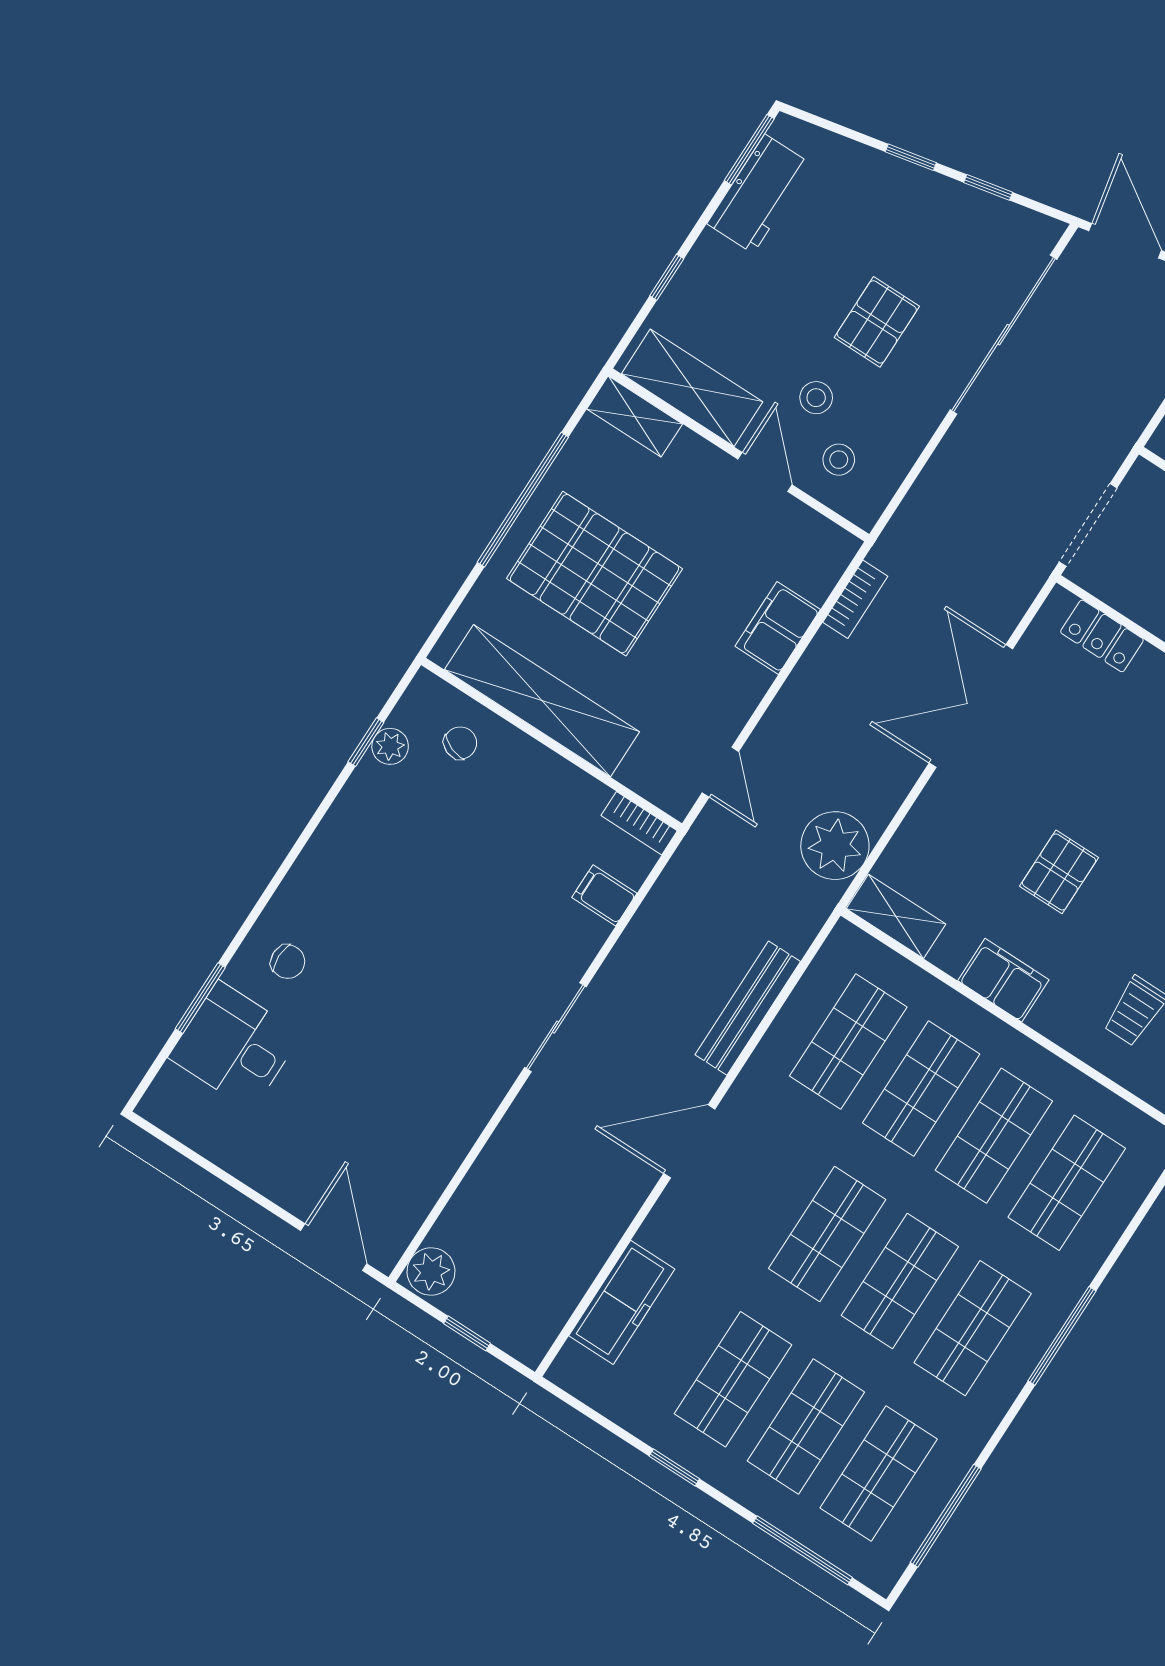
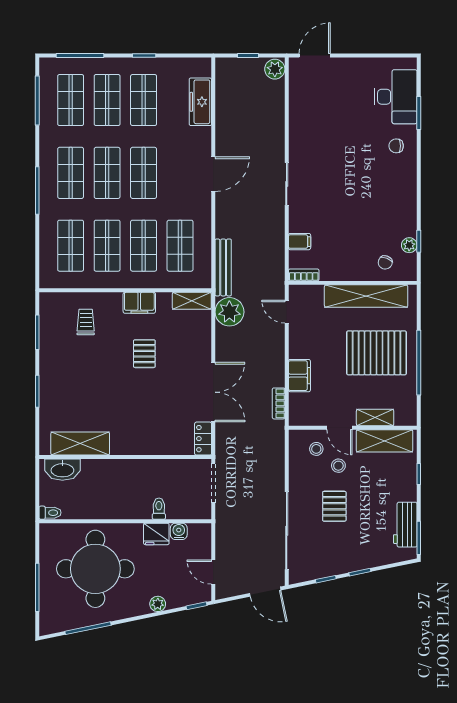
shelving: (635, 416) -> (375, 418), moved
locker: (1102, 636) -> (203, 439), moved, turned -90
bench: (748, 1008) -> (223, 267), moved
desk: (235, 1046) -> (396, 97), width x1.37
door: (334, 1247) -> (315, 56), swing flipped

